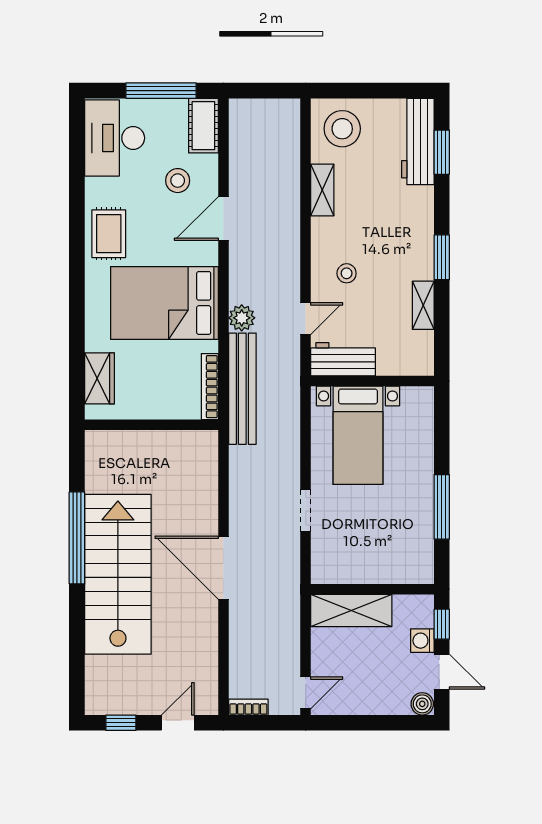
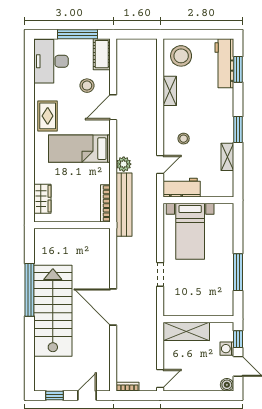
bed: (164, 303) -> (79, 149), width x0.67

